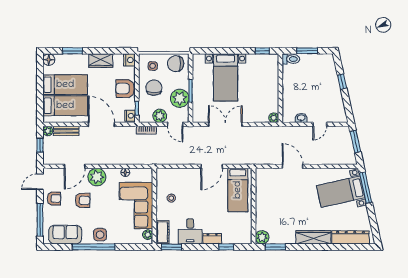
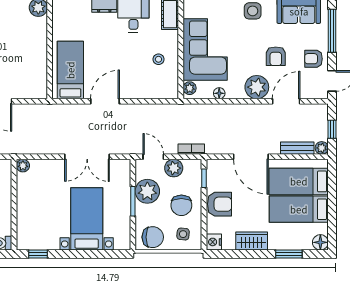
nightstand: (130, 116) -> (213, 168), removed
armchair: (83, 200) -> (276, 56), turned -90
plant: (148, 235) -> (190, 88), moved

